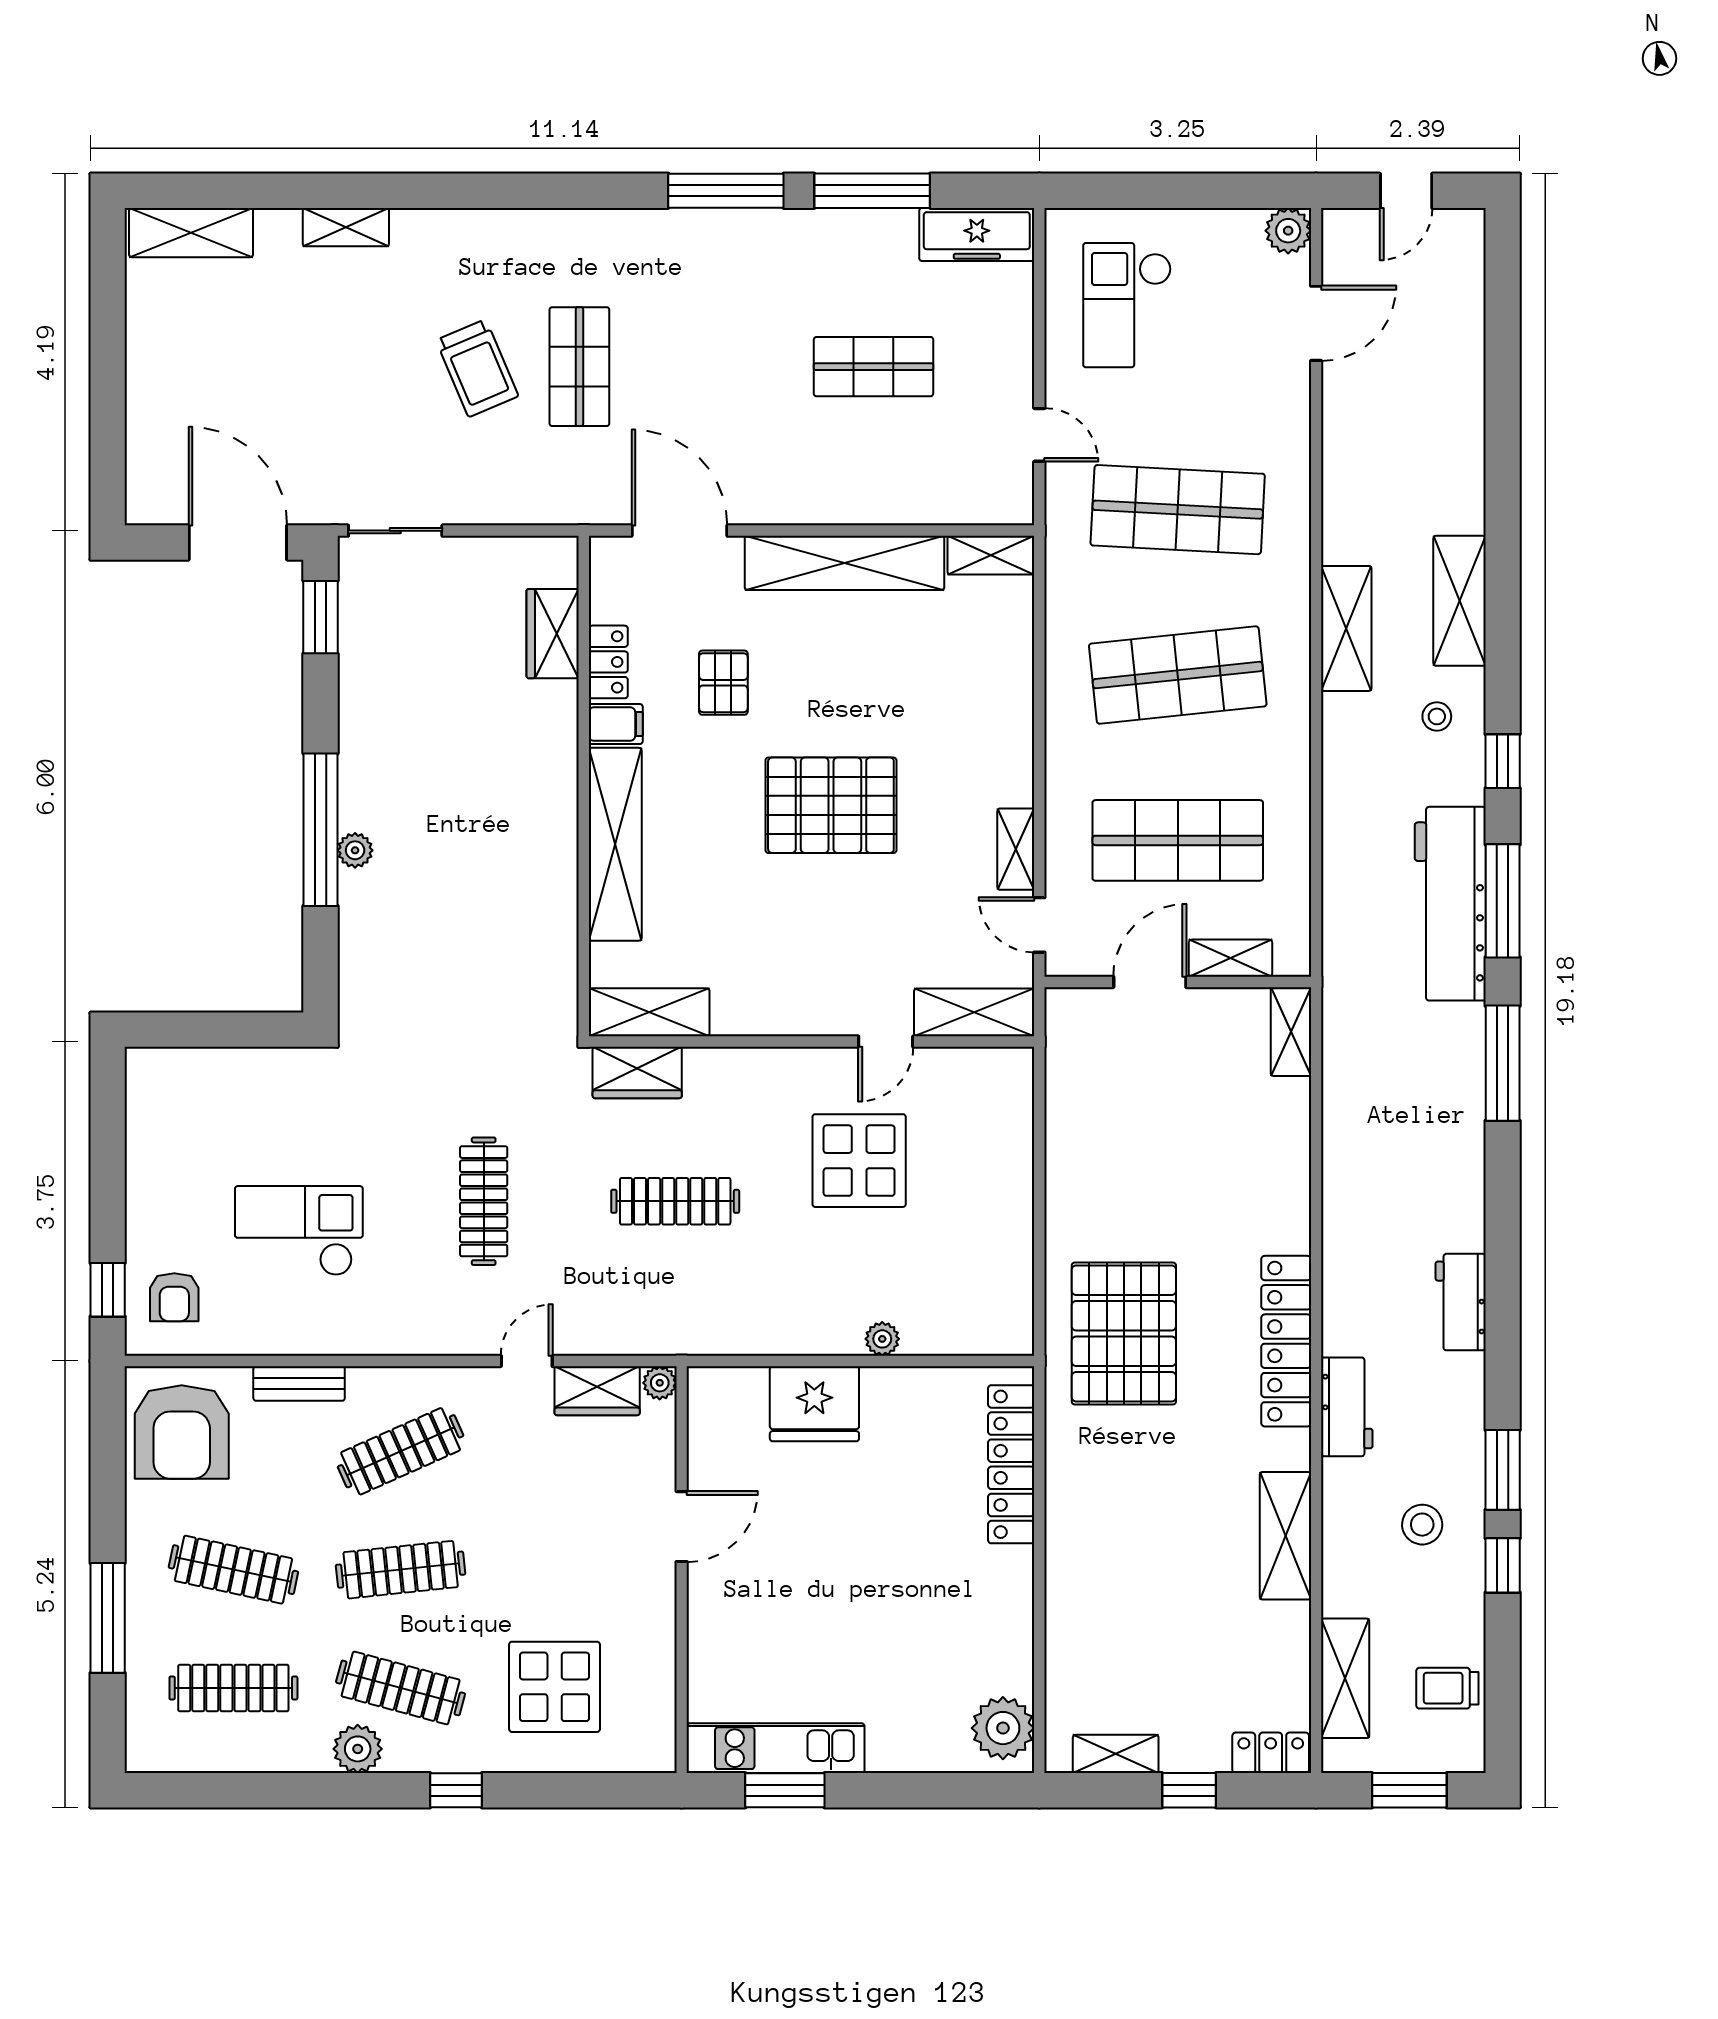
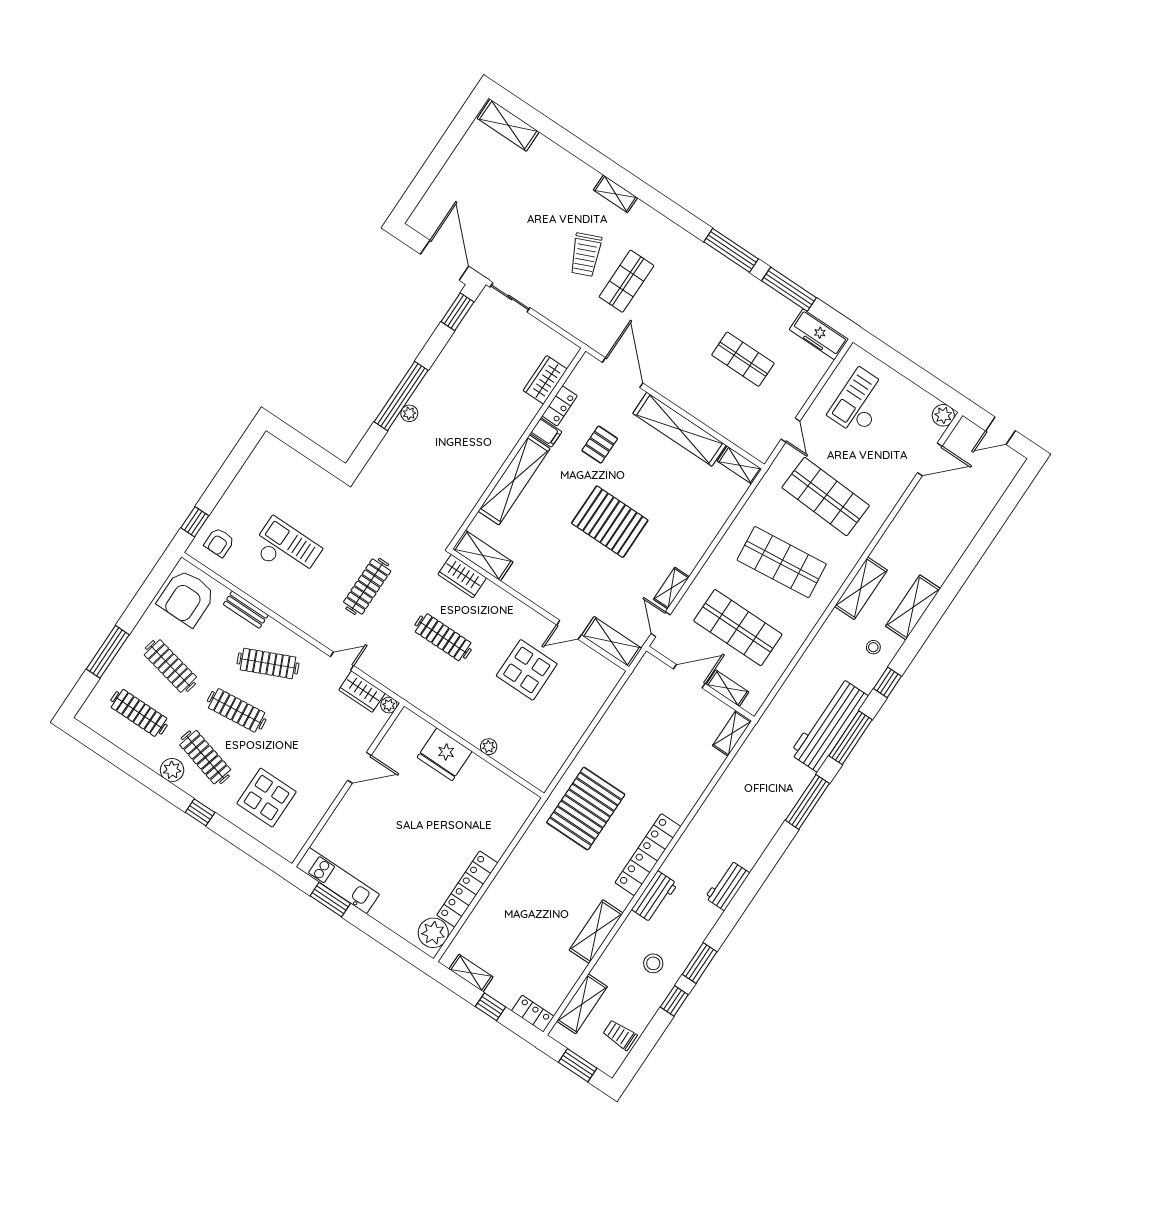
shelving: (346, 227) -> (615, 194), moved
locker: (1011, 1464) -> (467, 889), moved

